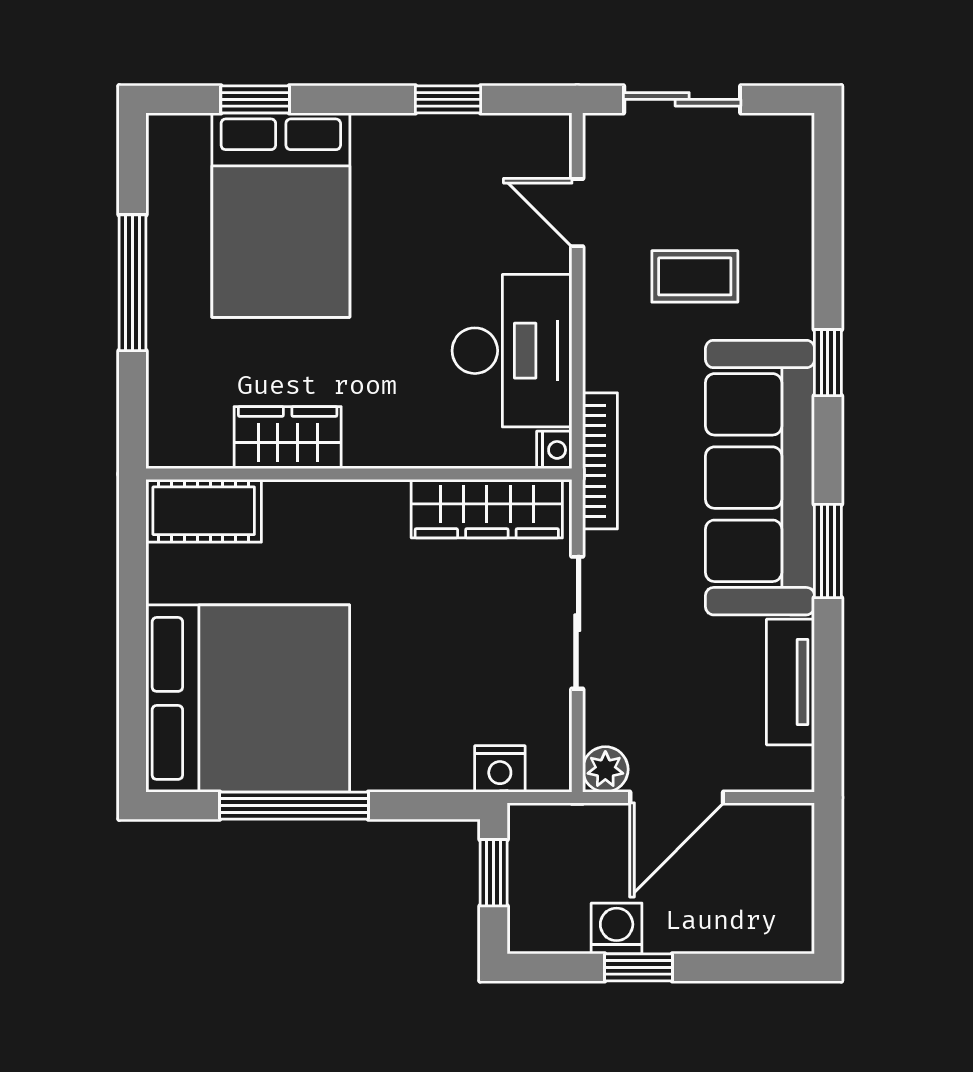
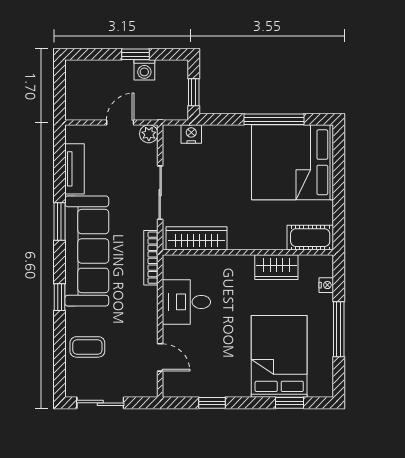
sliding door: (682, 99) -> (100, 403), moved
coffee table: (695, 276) -> (87, 347), moved
desk: (512, 351) -> (186, 302), width x0.73
nightstand: (554, 450) -> (326, 285), moved, turned 180
door: (677, 797) -> (120, 122), width x0.73

